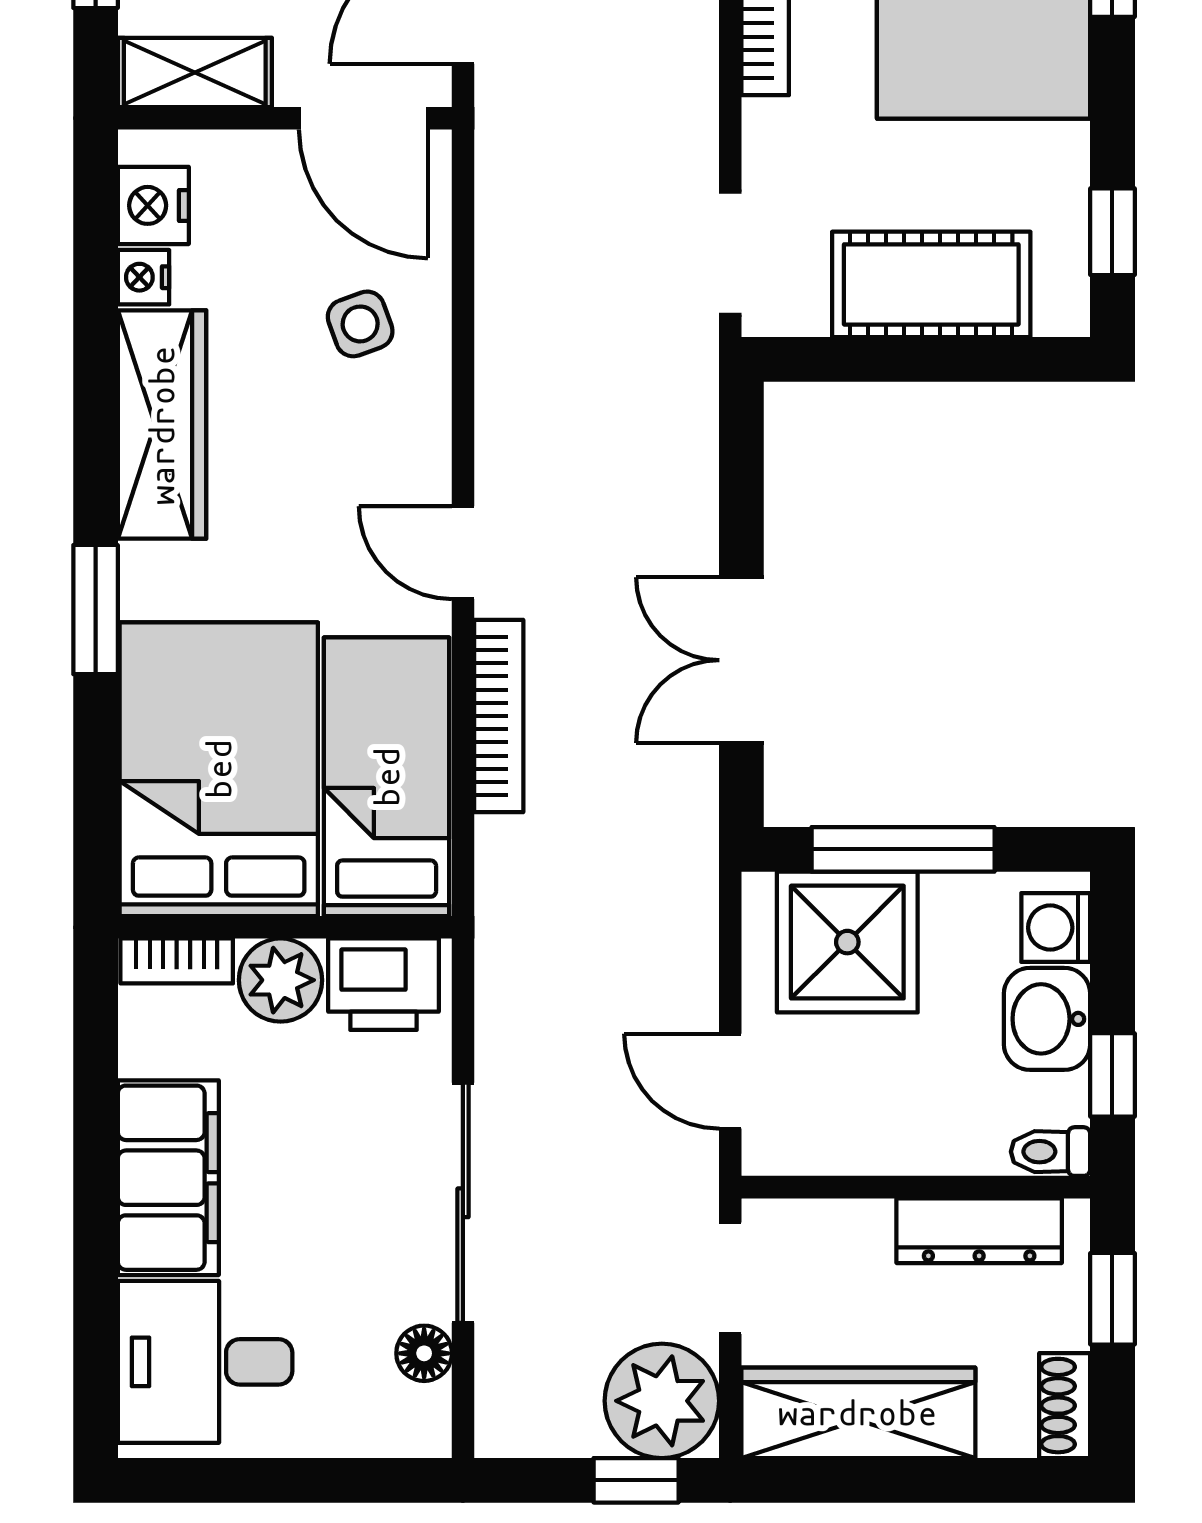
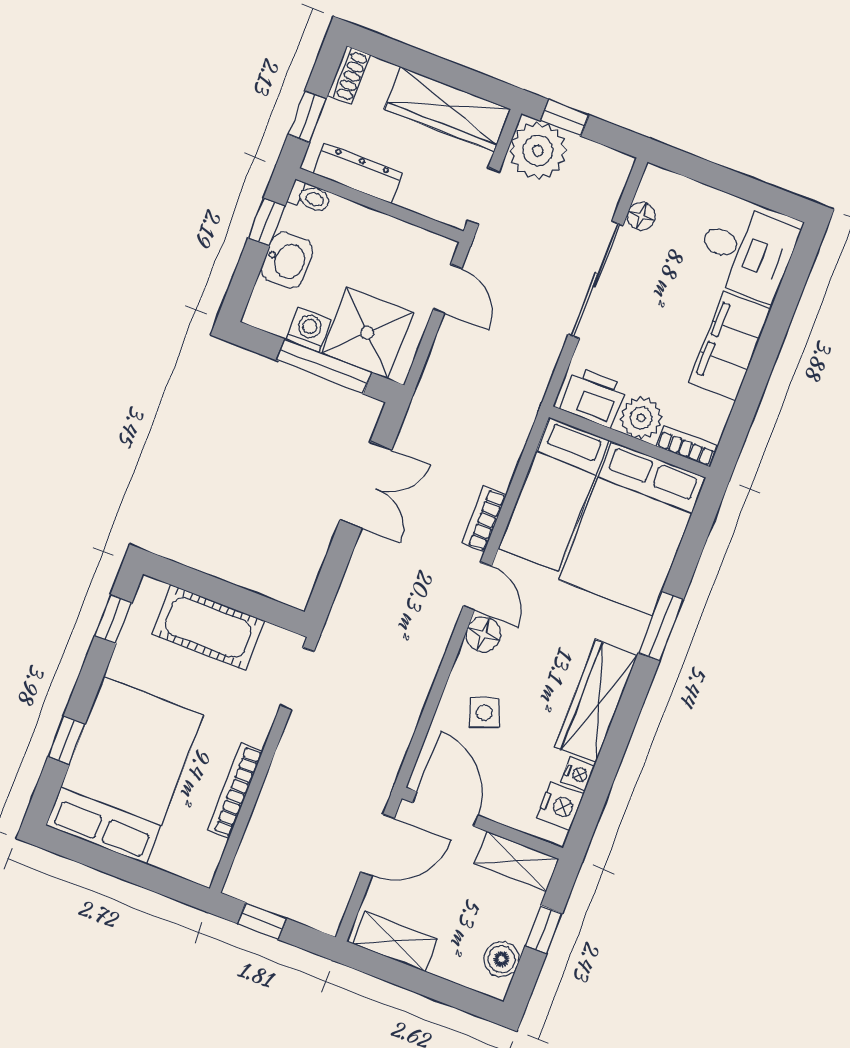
floor lamp: (418, 468) -> (483, 634), added
bookcase: (499, 716) -> (484, 519), width x0.64
washing machine: (1056, 928) -> (308, 330), moved, turned -90

